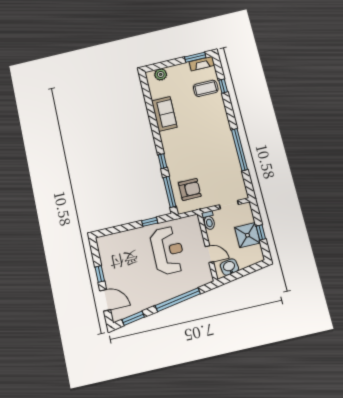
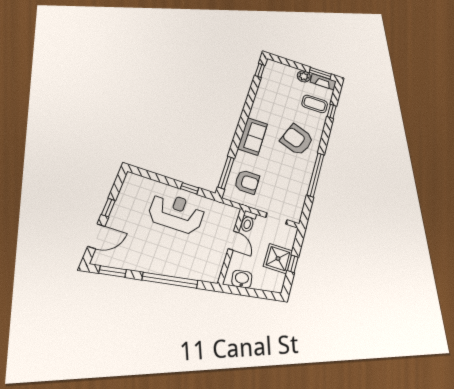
plant: (161, 74) -> (304, 76), moved
sofa: (164, 114) -> (253, 136), moved
armchair: (209, 129) -> (297, 140), added
window: (162, 161) -> (260, 70), moved
reception desk: (168, 250) -> (176, 213), moved, turned -90
door: (209, 254) -> (233, 241), moved
door: (105, 300) -> (96, 236), hinge flipped

